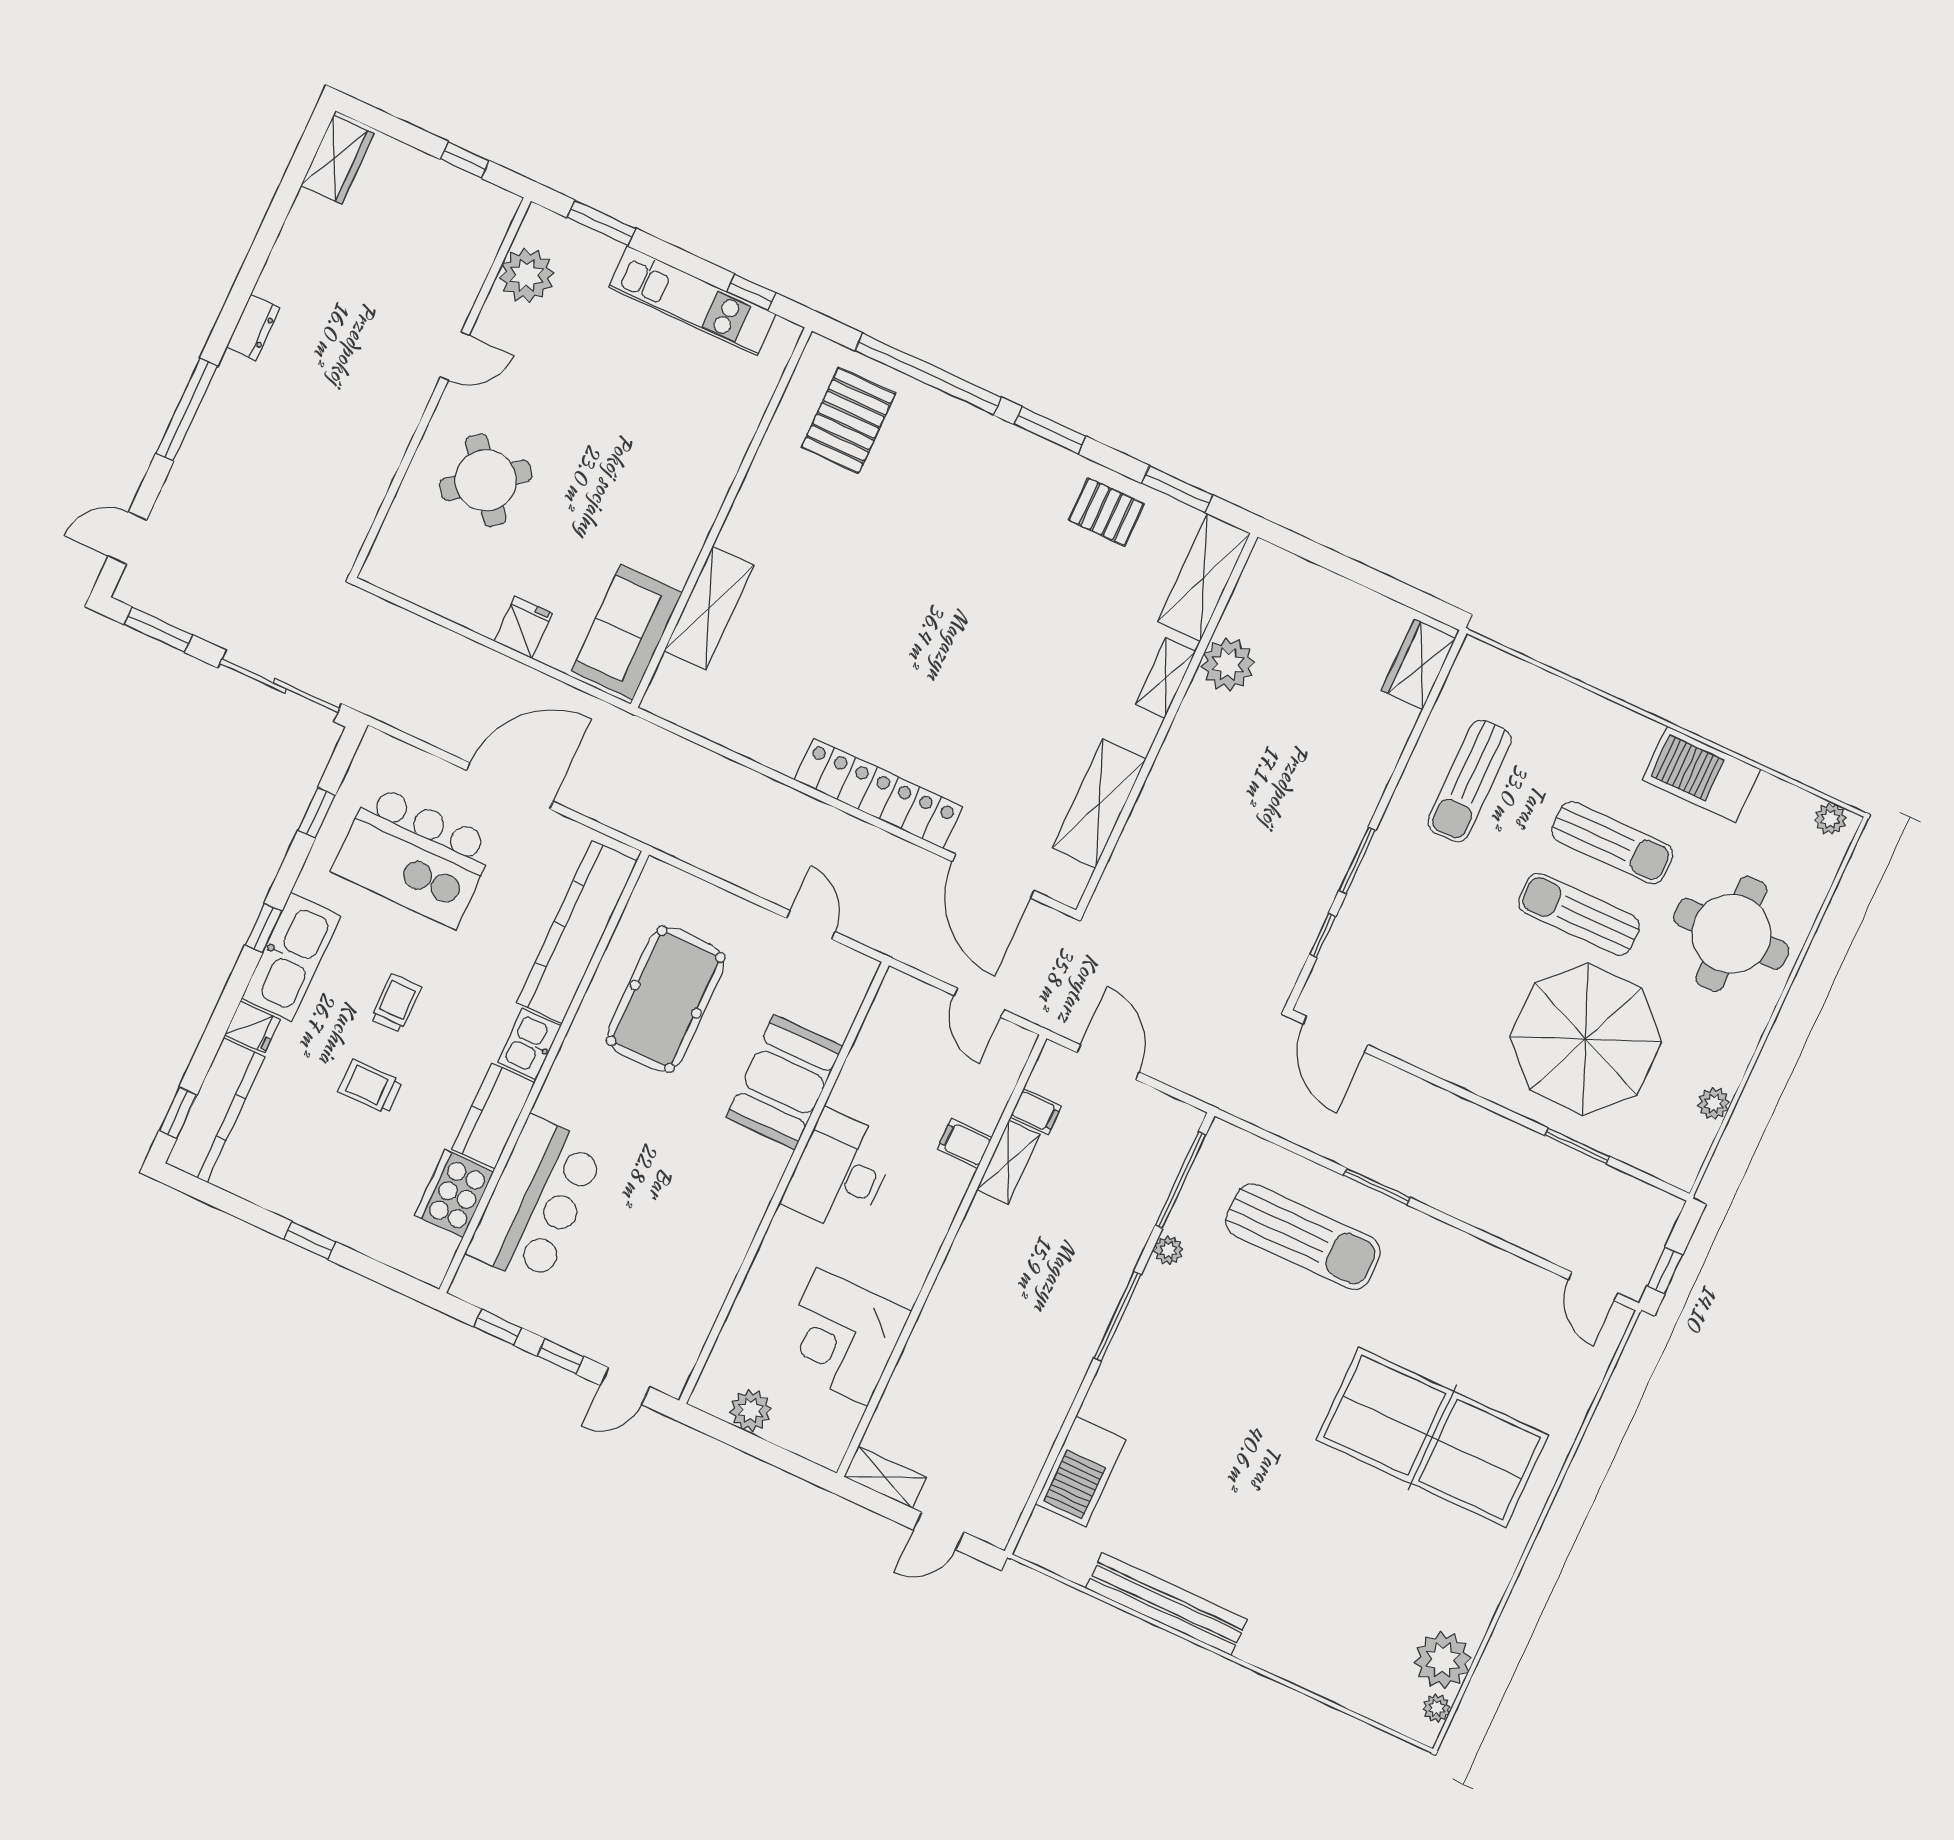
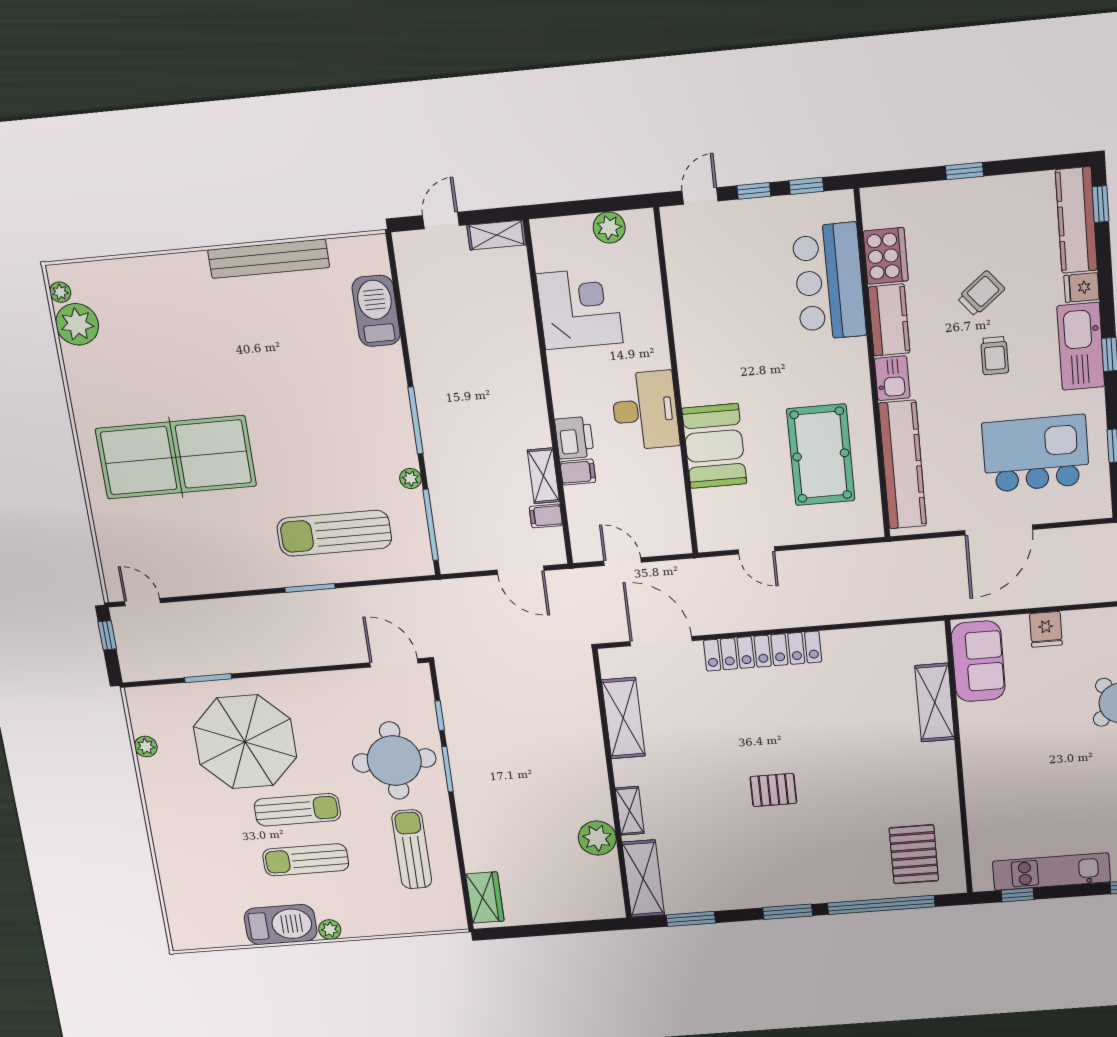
pallet: (1106, 512) -> (773, 790), moved
plant: (1830, 819) -> (330, 930), moved
round table: (1731, 934) -> (394, 761), moved
trolley: (370, 1086) -> (981, 293), turned -39
printer: (943, 1187) -> (574, 438), added

